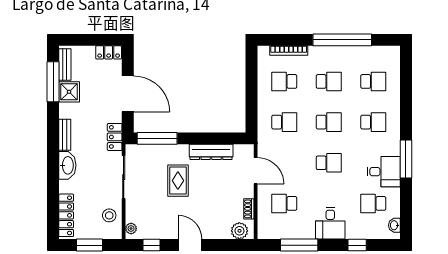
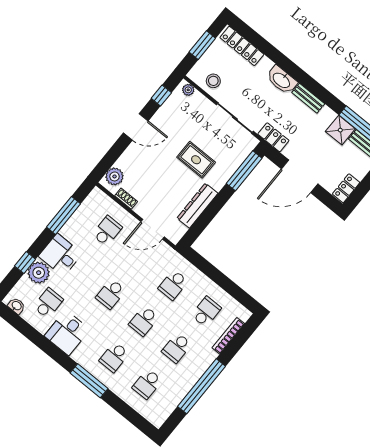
window: (406, 159) -> (89, 381), moved
plant: (356, 229) -> (39, 273), added

